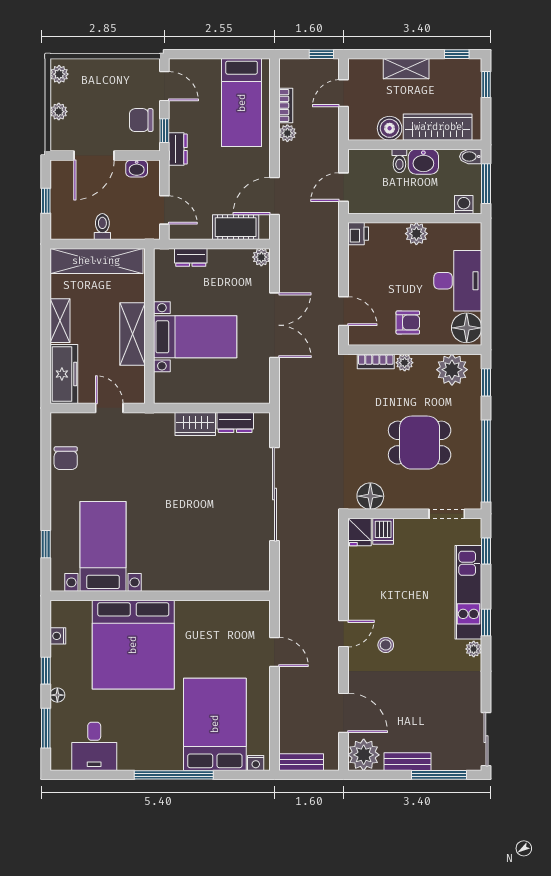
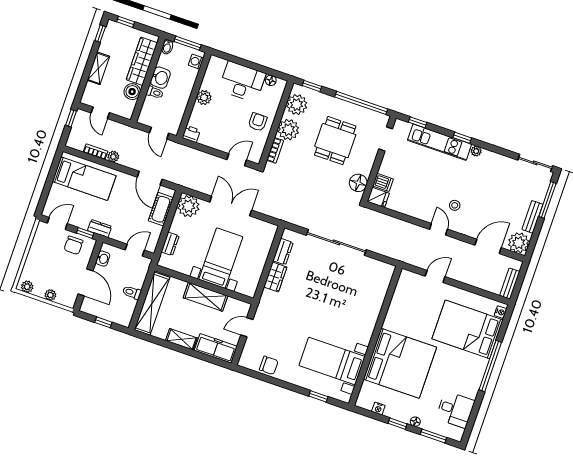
plant: (261, 257) -> (188, 206), width x1.87, depth x1.87
floor lamp: (467, 328) -> (271, 80), width x0.53, depth x0.53
plant: (405, 363) -> (288, 130), width x1.87, depth x1.87

